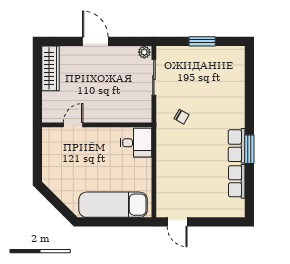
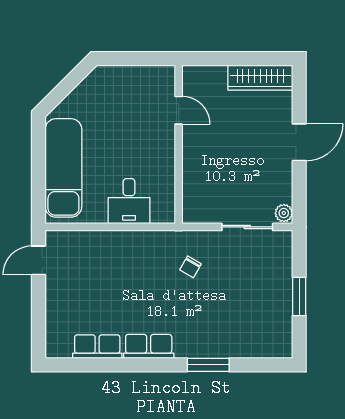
desk: (136, 143) -> (129, 201), moved
window: (249, 149) -> (208, 365), moved

